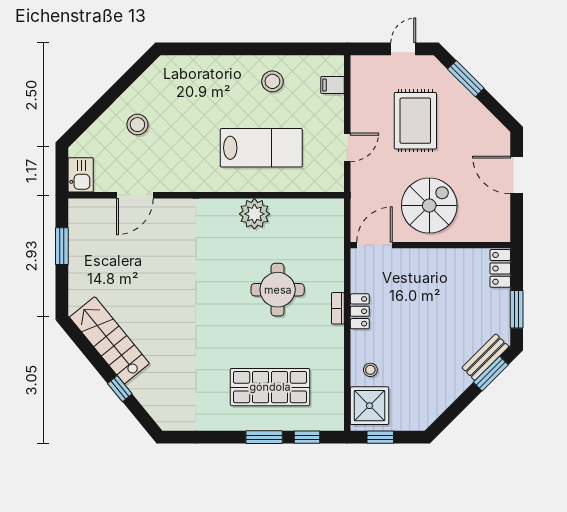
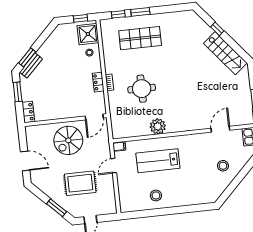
filing cabinet: (333, 85) -> (119, 146), moved
rug: (415, 121) -> (80, 183), turned 90

